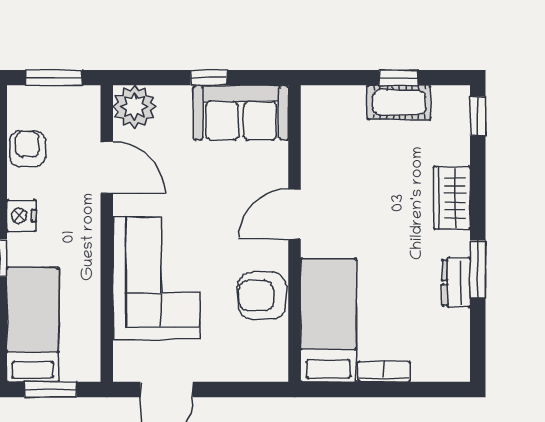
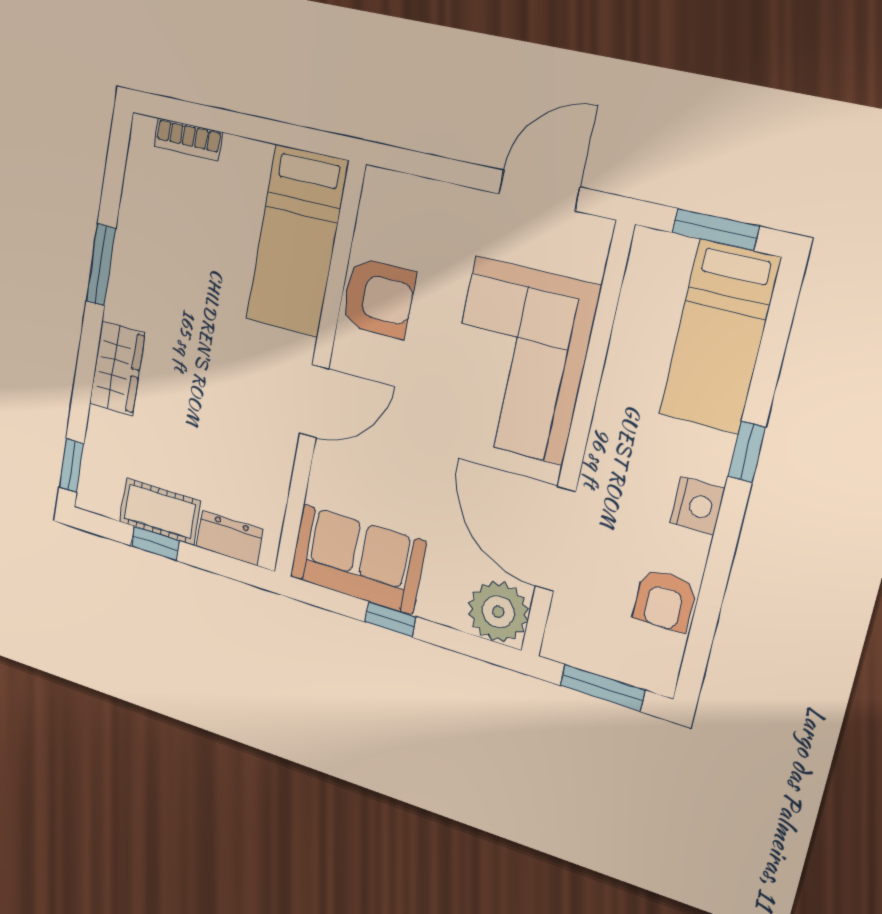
door: (107, 168) -> (555, 539), width x1.36
dresser: (456, 283) -> (229, 538), moved, turned -90
bookcase: (384, 372) -> (188, 140), moved

